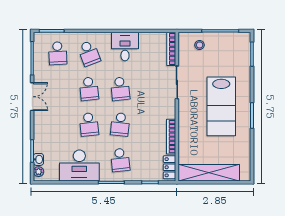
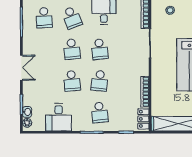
double door: (32, 97) -> (21, 68), moved
desk: (79, 165) -> (59, 117), width x0.73

